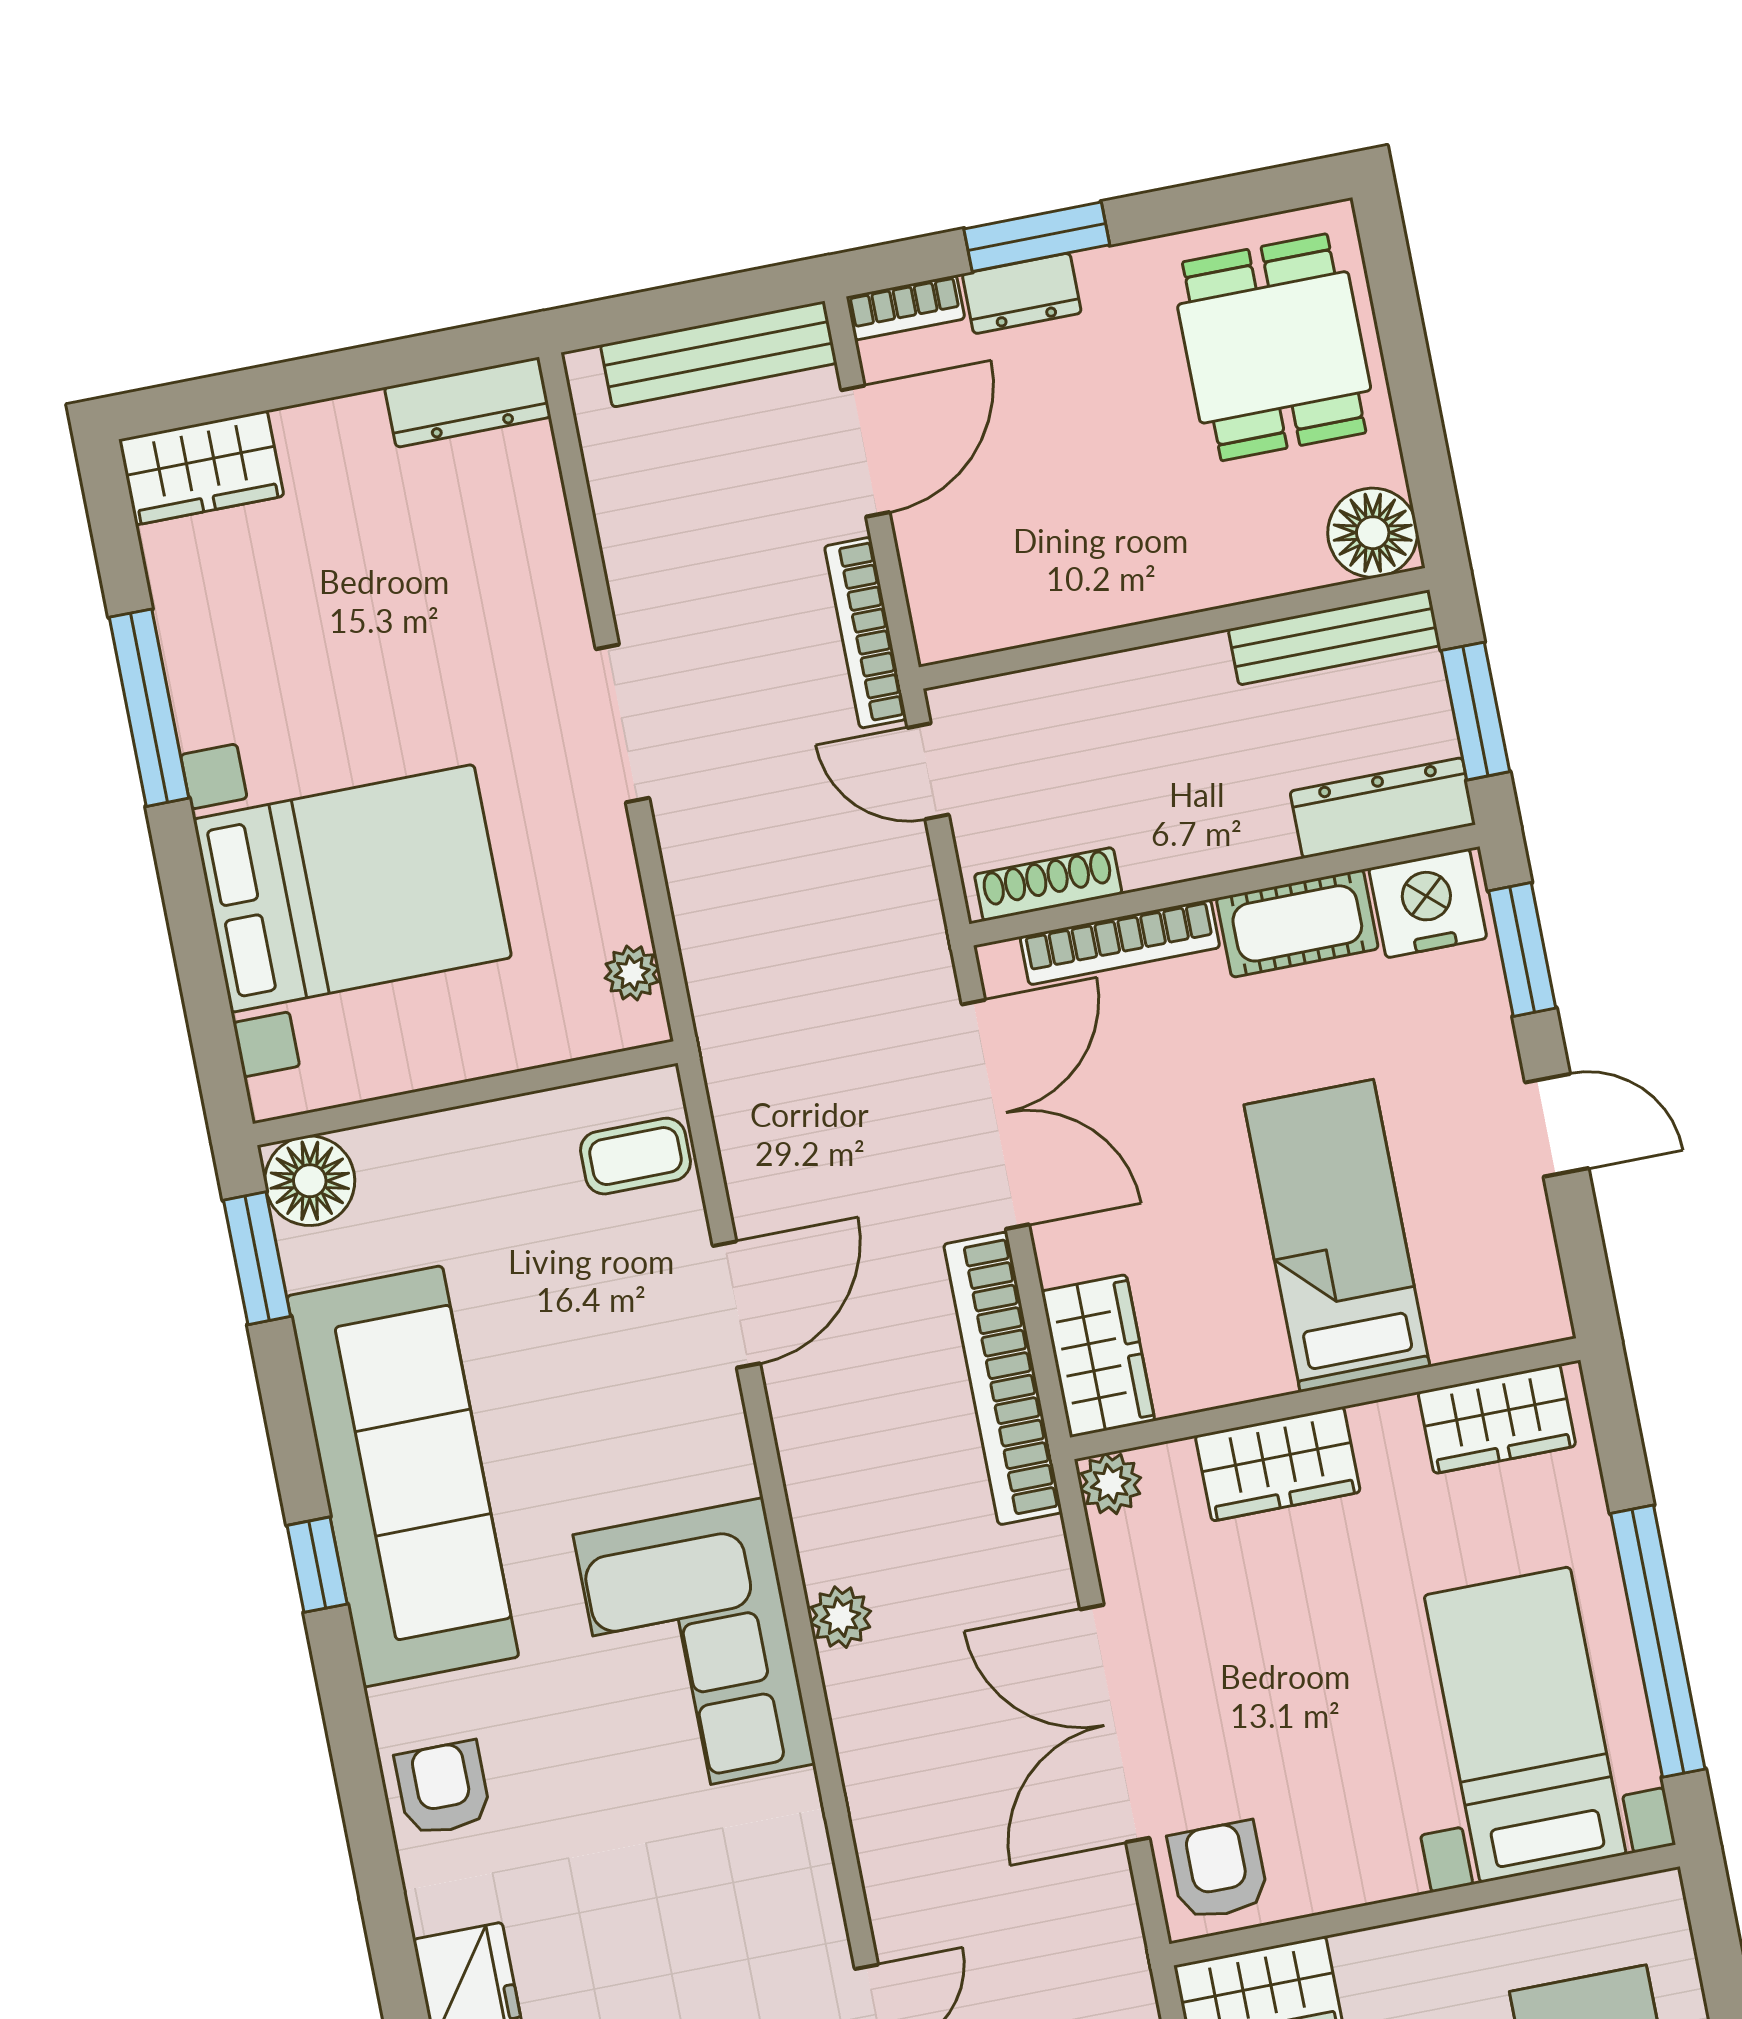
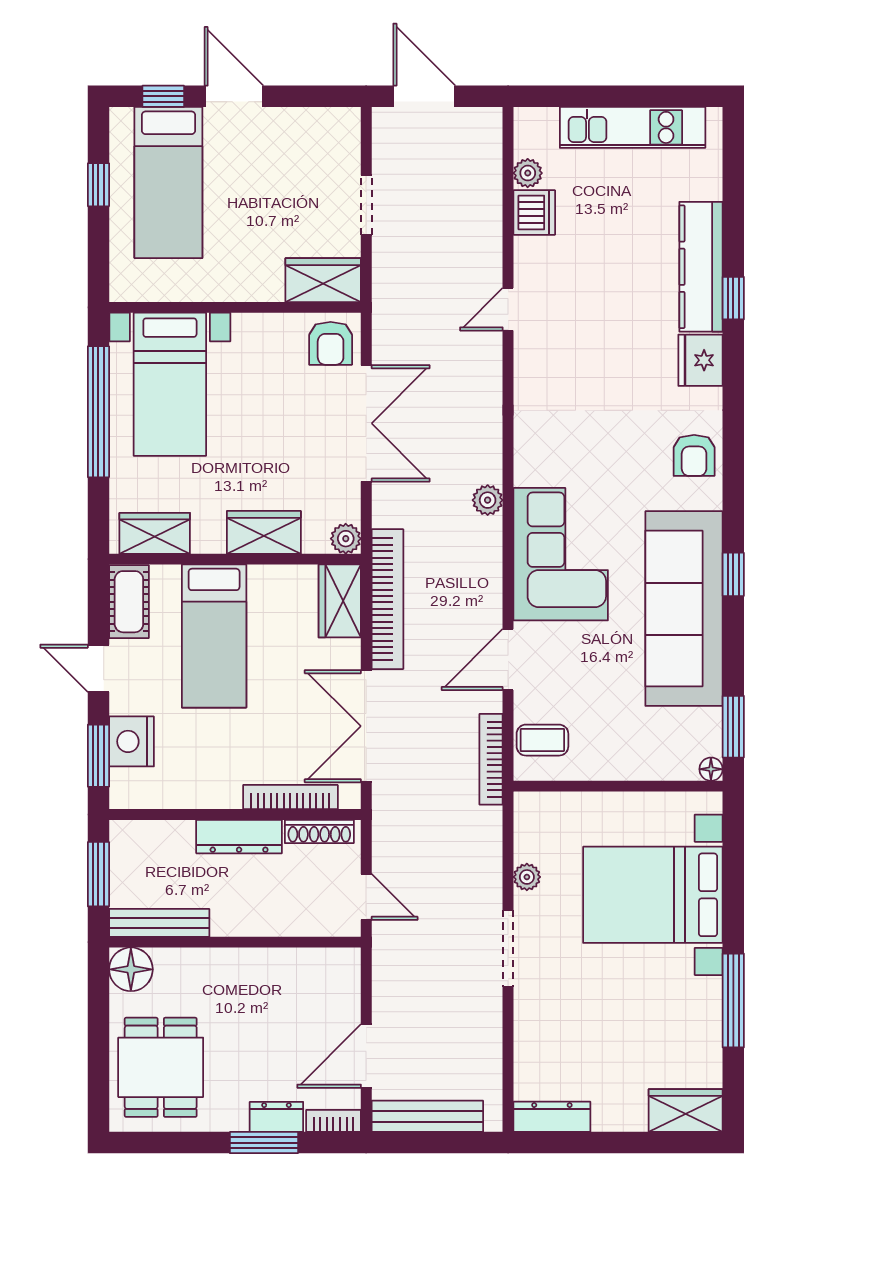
bookcase: (865, 633) -> (491, 759), moved, turned 180
dresser: (1383, 808) -> (239, 837), moved
nightstand: (1428, 903) -> (132, 741), moved, turned 90
cot: (1297, 923) -> (129, 602), moved, turned 90
plant: (632, 973) -> (527, 877), moved
floor lamp: (310, 1181) -> (711, 769), width x0.53, depth x0.53
corner sofa: (694, 1649) -> (561, 554), moved

